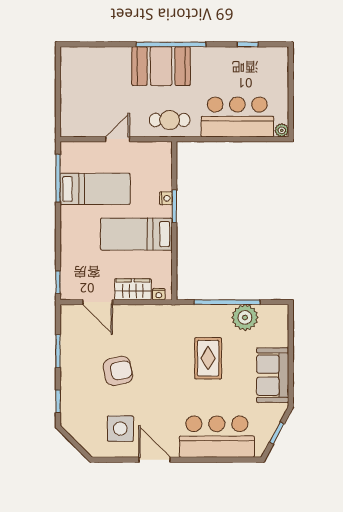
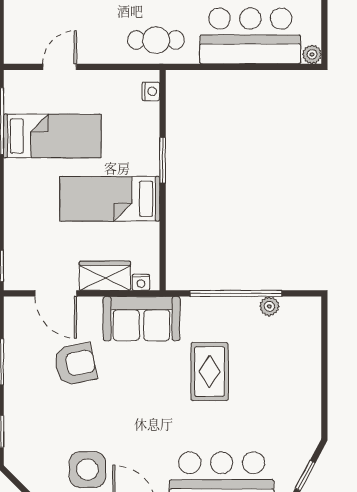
door: (118, 139) -> (60, 67), moved
nightstand: (166, 198) -> (151, 91), moved
plant: (245, 317) -> (269, 306), width x0.53, depth x0.53
armchair: (118, 371) -> (75, 364), moved
sofa: (273, 375) -> (142, 319), moved, turned -90

